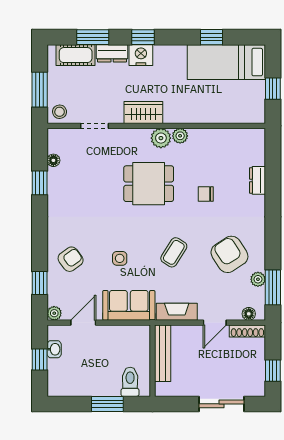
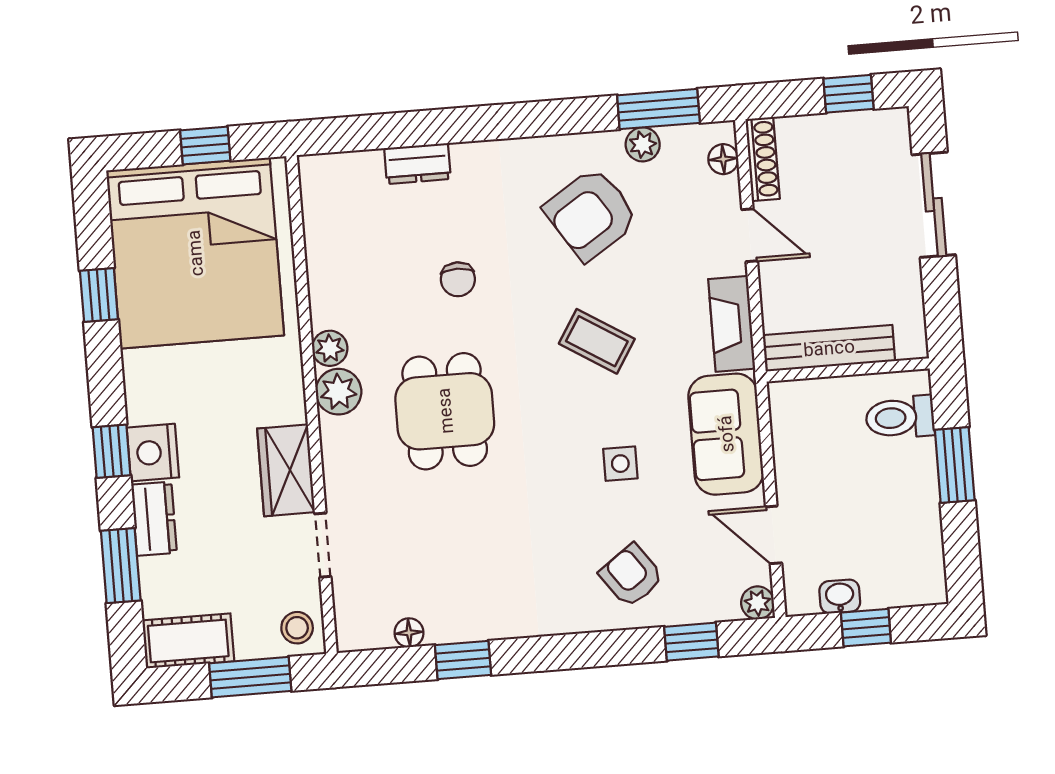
cot: (76, 55) -> (188, 641), moved, turned 90
bed: (226, 62) -> (195, 253), width x2.04
wardrobe: (143, 112) -> (286, 470), moved

